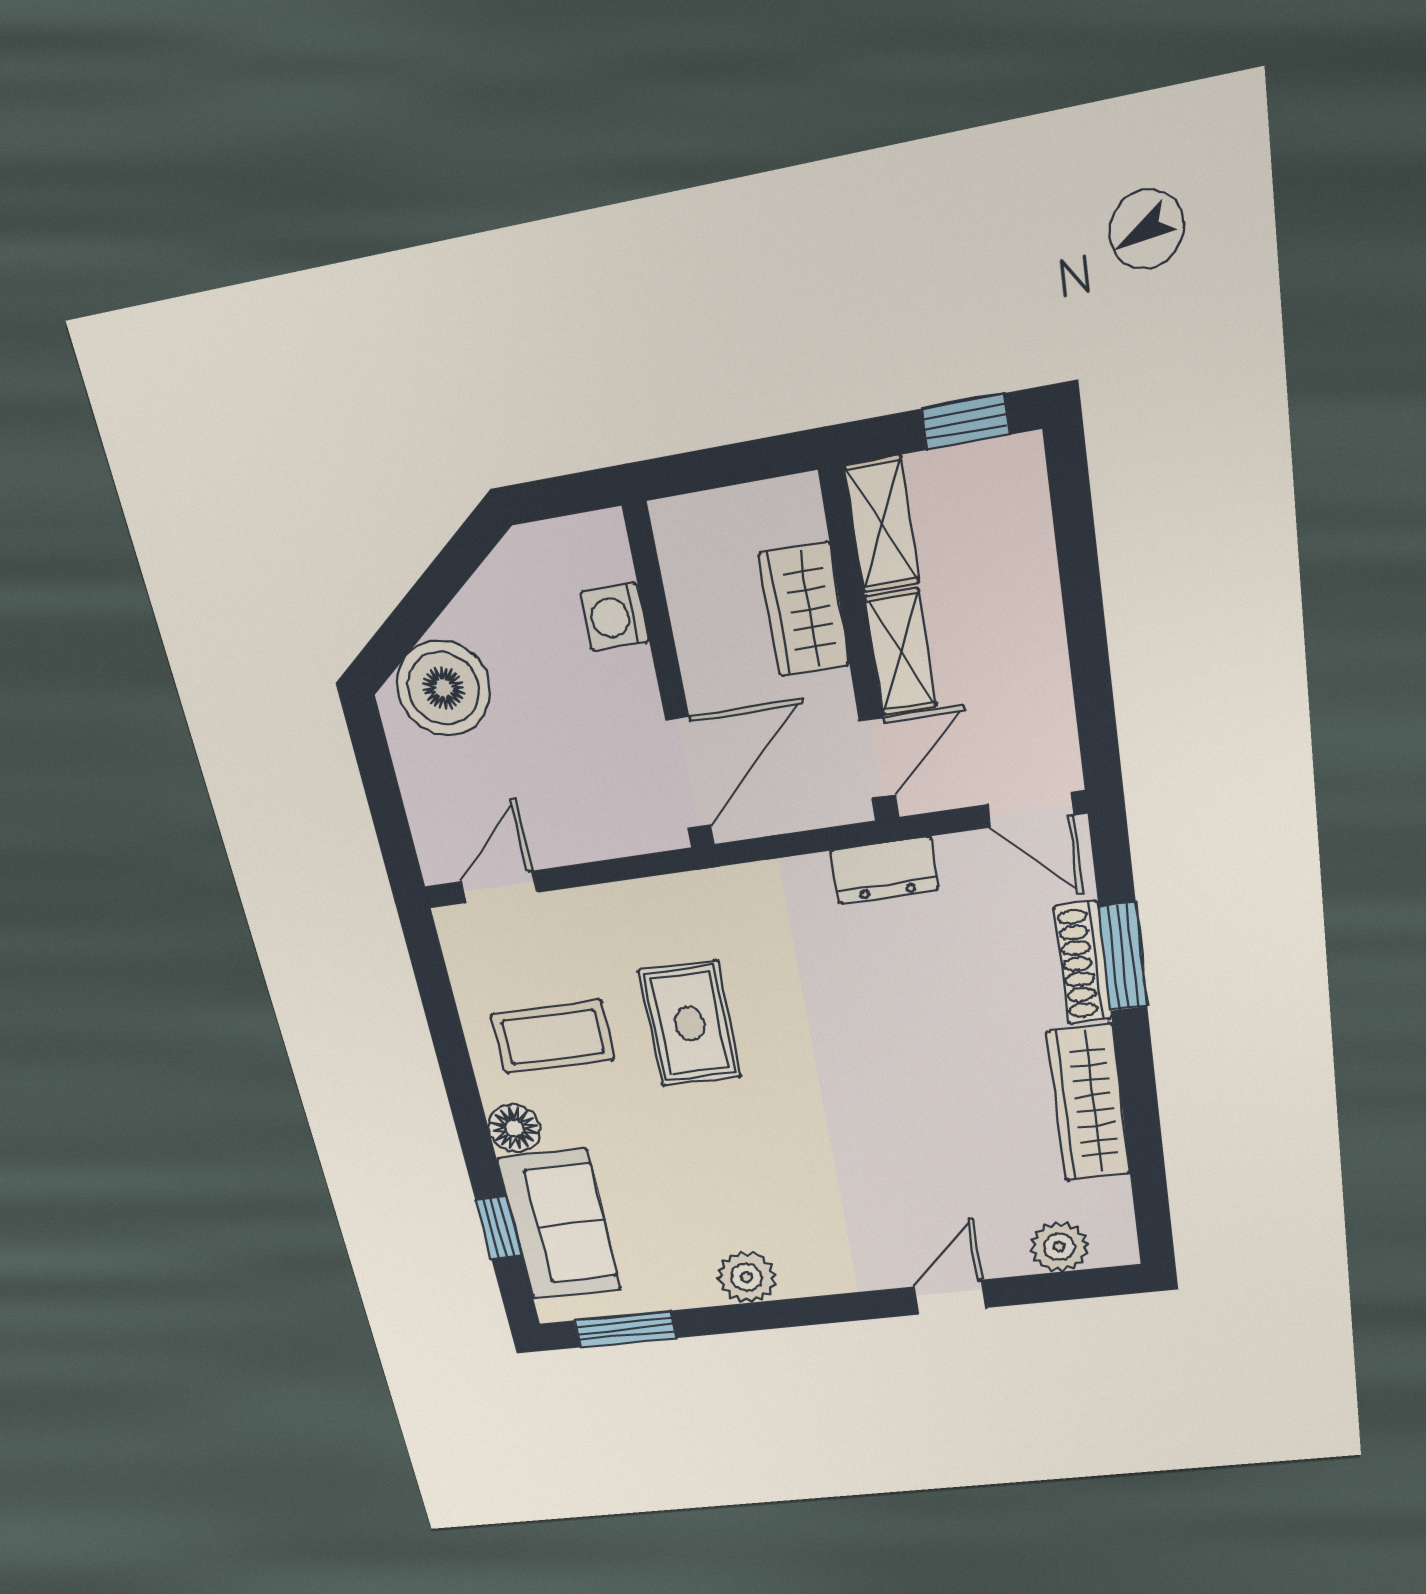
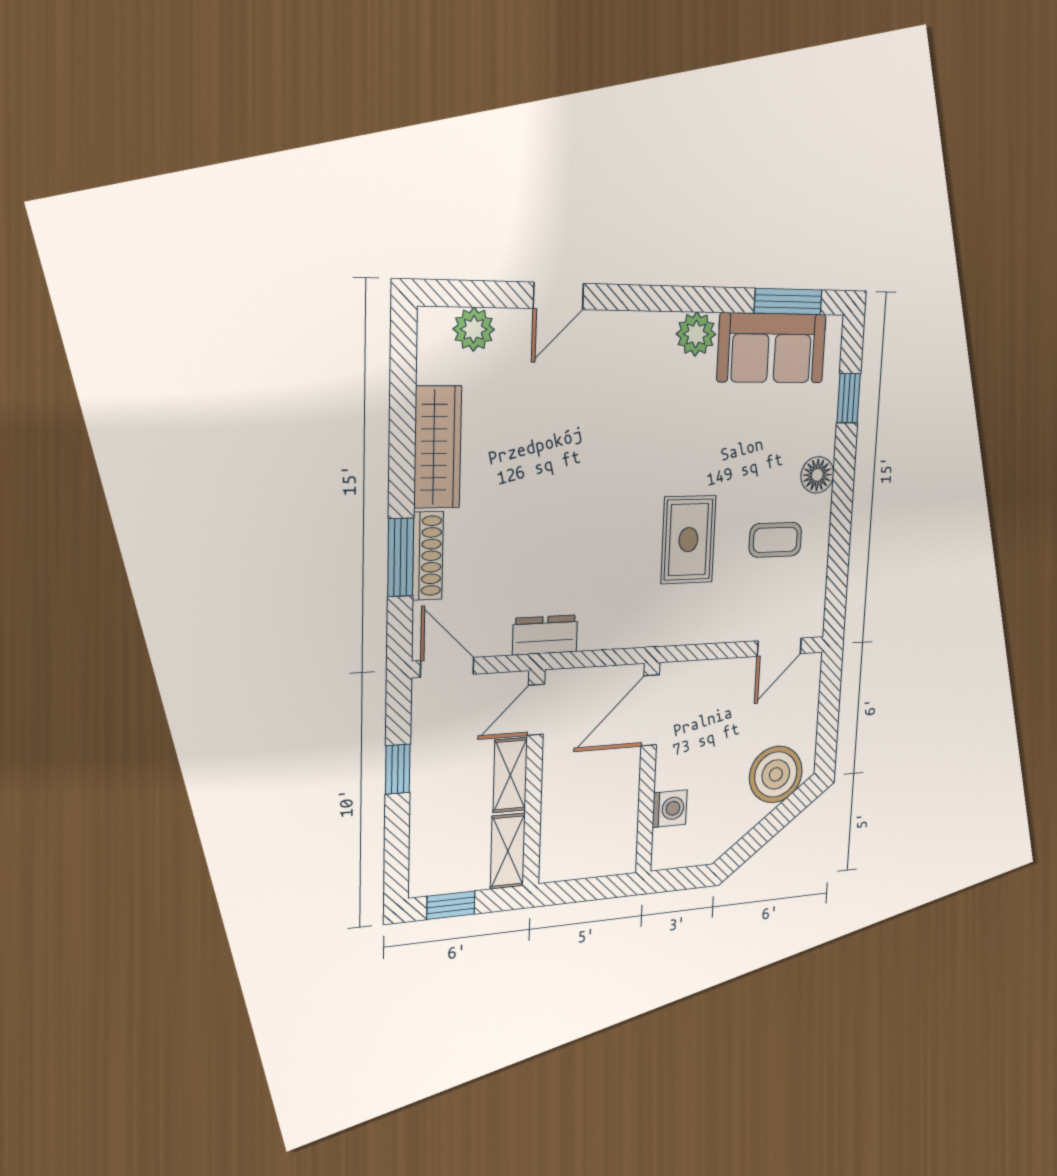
wardrobe: (804, 610) -> (561, 805), removed
window: (1088, 647) -> (398, 769), added
coffee table: (553, 1037) -> (775, 540), width x0.73, depth x0.77
sofa: (560, 1225) -> (772, 348), moved, turned -90

